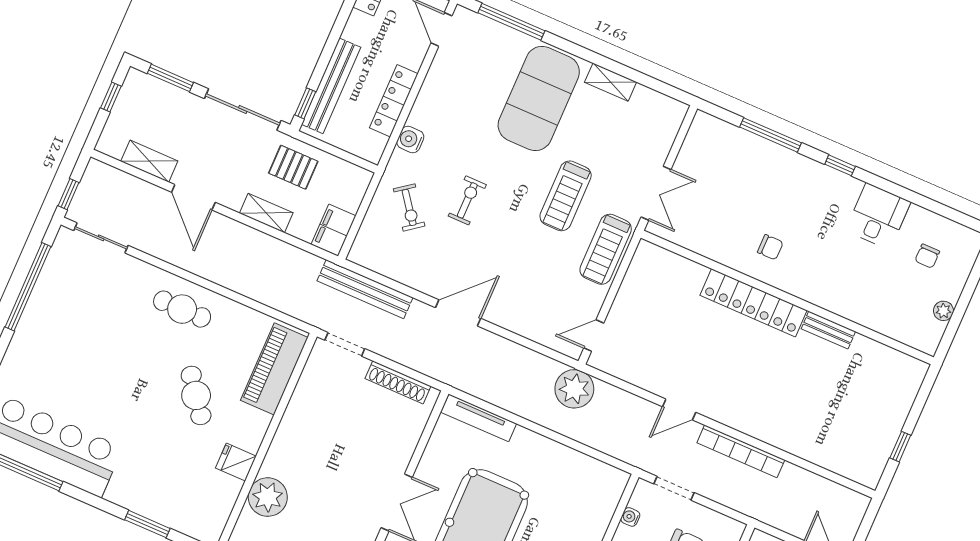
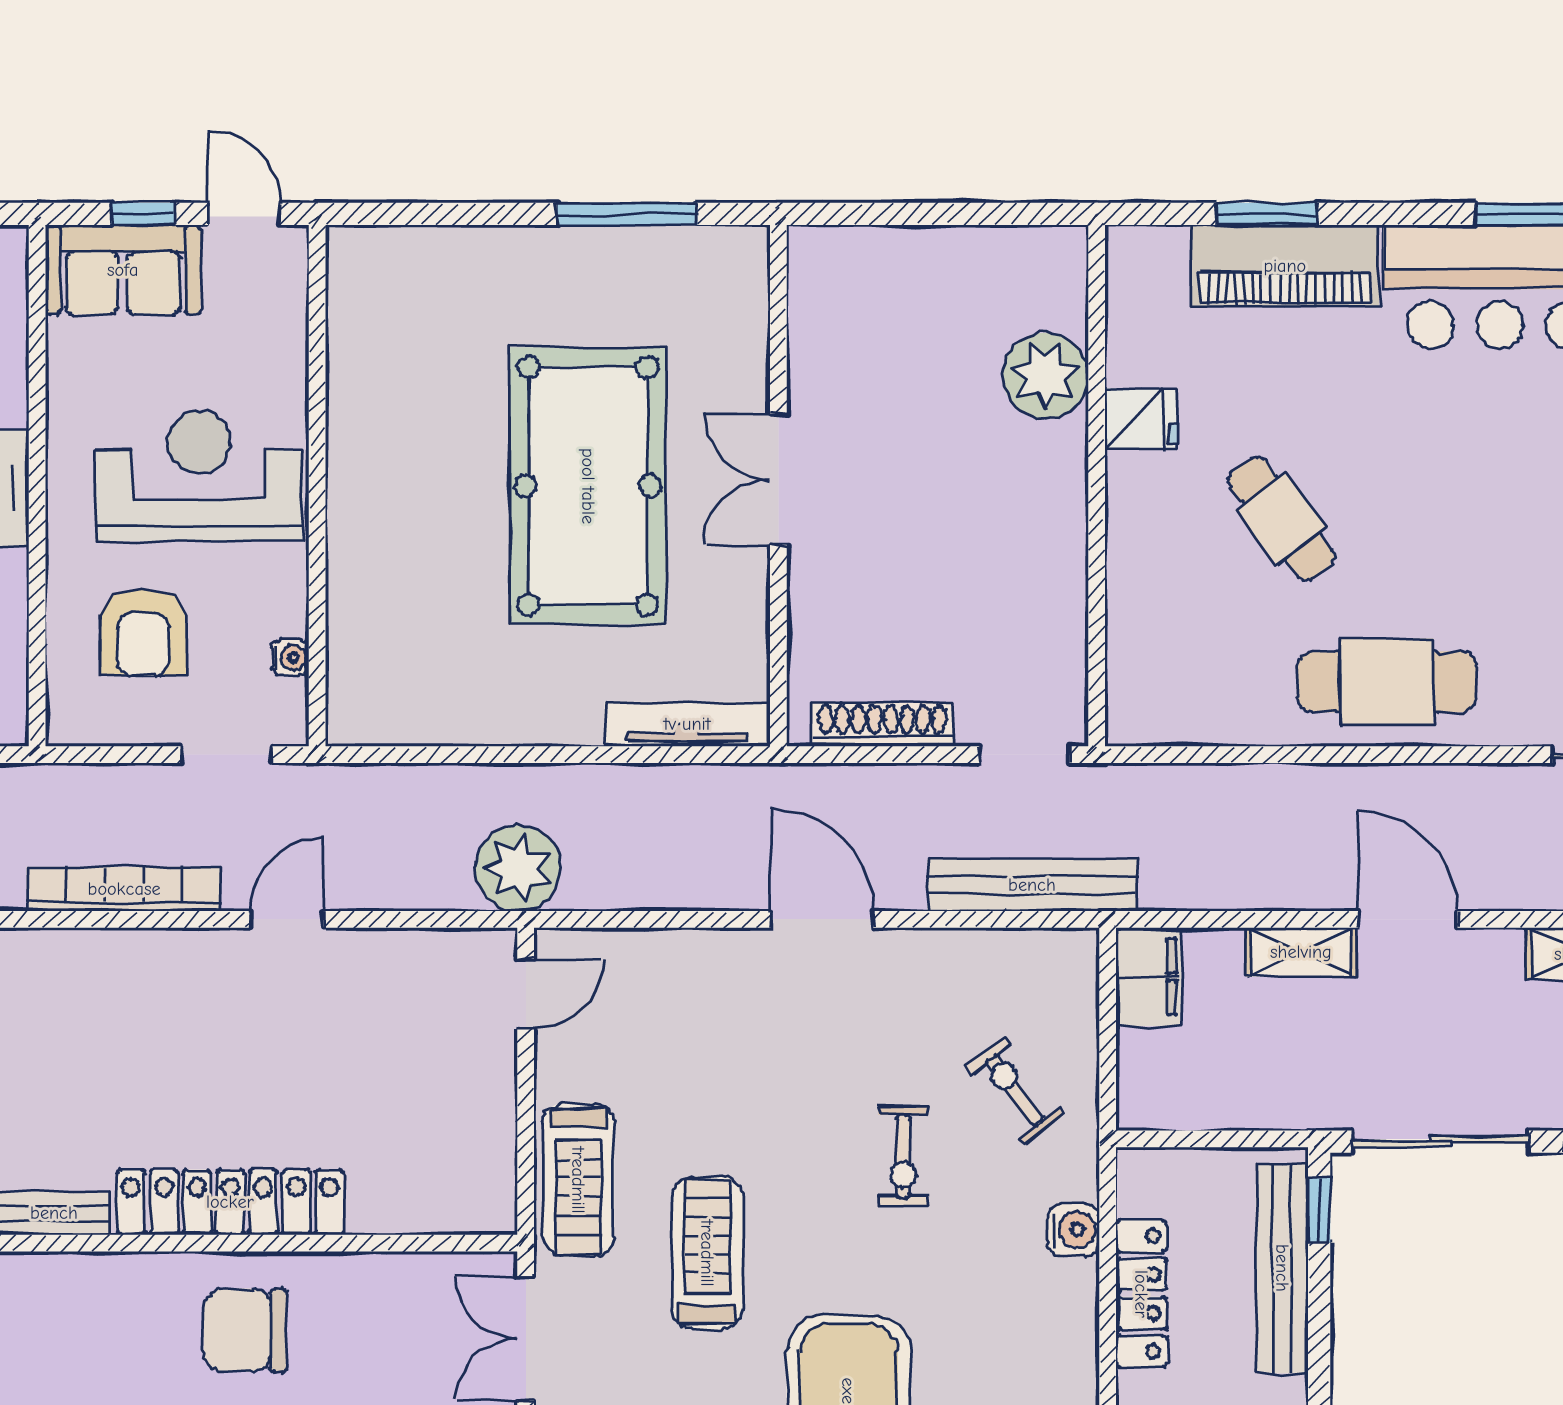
pallet: (293, 167) -> (1287, 1069), removed
door: (193, 197) -> (1408, 919), moved
chair: (770, 247) -> (245, 1330), width x1.87, depth x1.87
treadmill: (606, 249) -> (578, 1180), turned 180
cafe table: (182, 309) -> (1387, 682), width x1.37, depth x1.35
door: (458, 313) -> (822, 919), swing flipped
piano: (274, 369) -> (1285, 266), moved, turned 90

